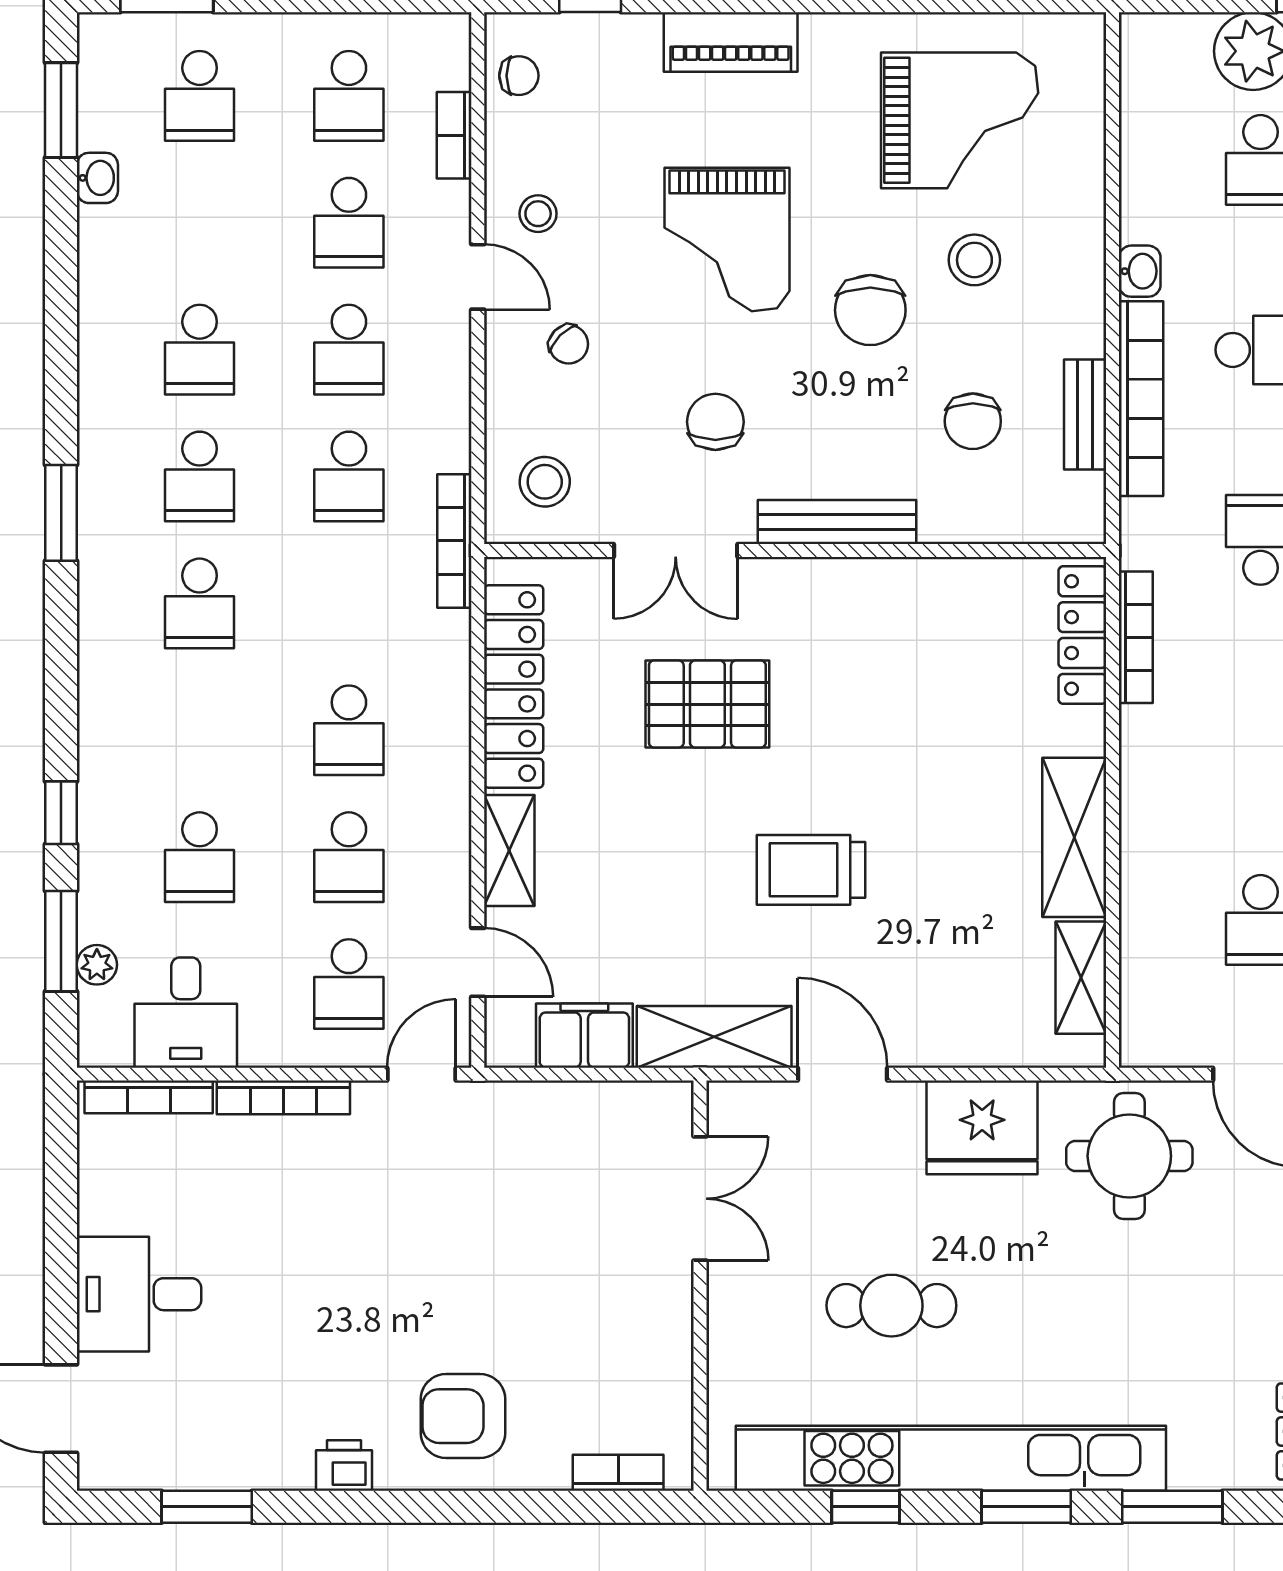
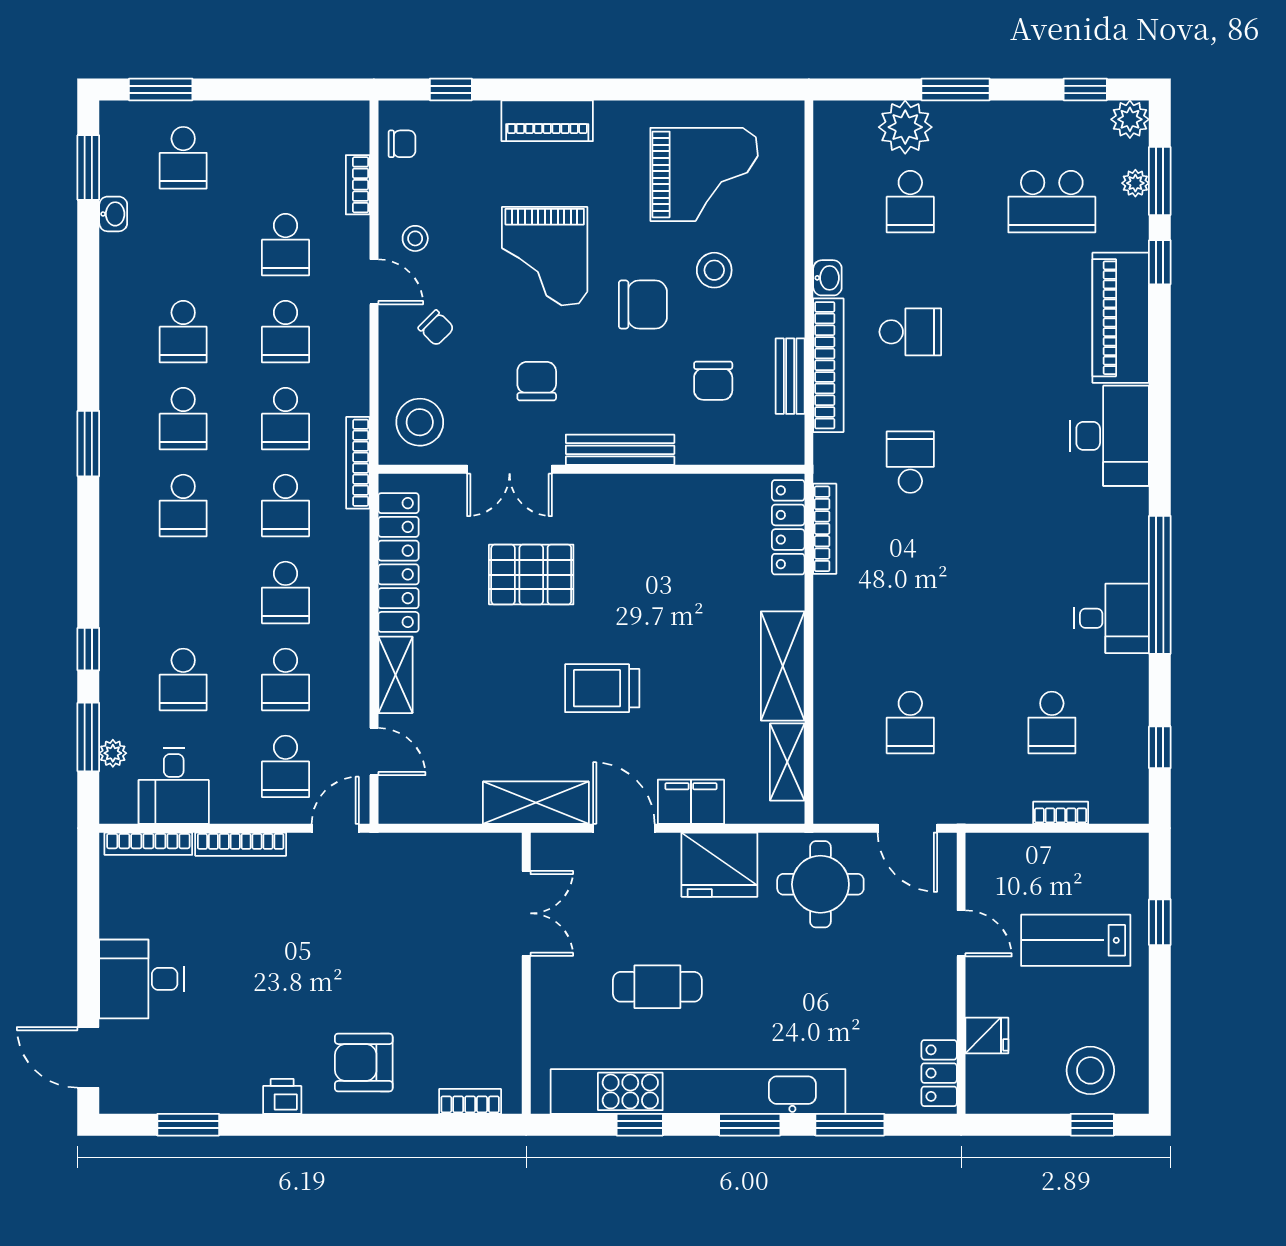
school desk: (349, 96) -> (286, 506), moved
chair: (870, 310) -> (643, 305), turned -90
stool: (545, 482) -> (420, 422), width x1.38, depth x1.38
filing cabinet: (584, 1036) -> (691, 802), moved

